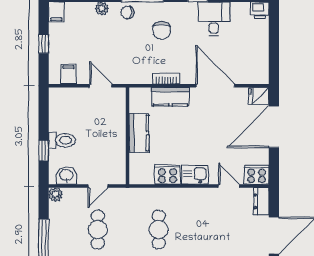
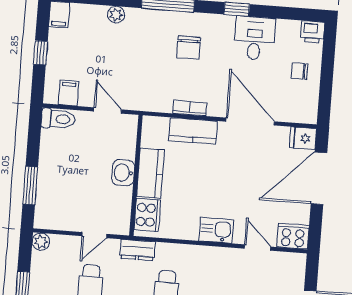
chair: (127, 12) -> (299, 71), moved
toilet: (62, 140) -> (58, 119), moved
window: (44, 150) -> (30, 186), width x1.50
cooker: (168, 174) -> (147, 215), moved, turned 90
washbasin: (66, 176) -> (123, 173), moved, turned -90
dresser: (261, 201) -> (138, 250), moved, turned -90

